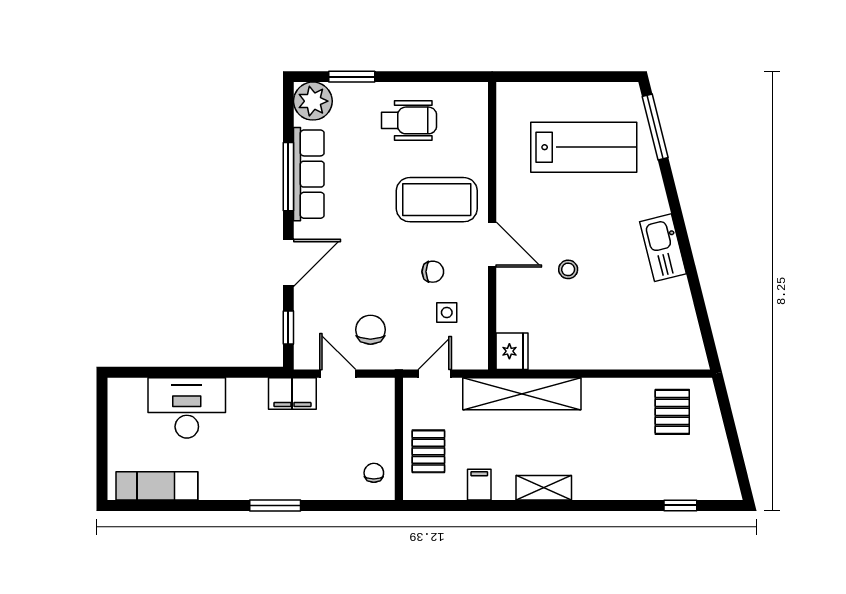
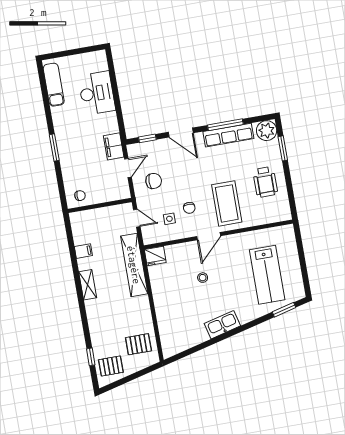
window: (655, 127) -> (284, 310), width x0.69
pallet: (428, 451) -> (111, 366), moved

